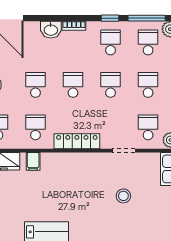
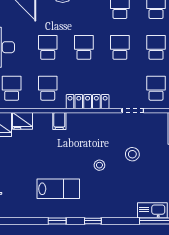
filing cabinet: (33, 161) -> (59, 121), moved
stool: (89, 207) -> (99, 165), added

